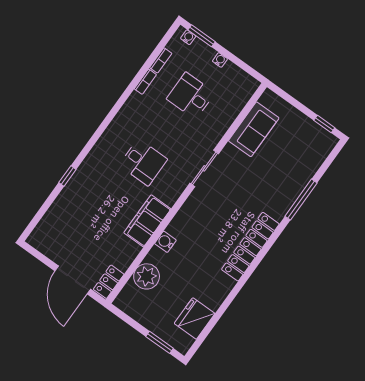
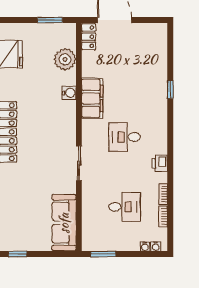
window: (202, 36) -> (103, 254), moved
water cooler: (220, 60) -> (145, 246), moved
printer: (128, 113) -> (160, 163), added
sofa: (254, 129) -> (64, 223), width x1.36
window: (160, 342) -> (50, 20), moved

